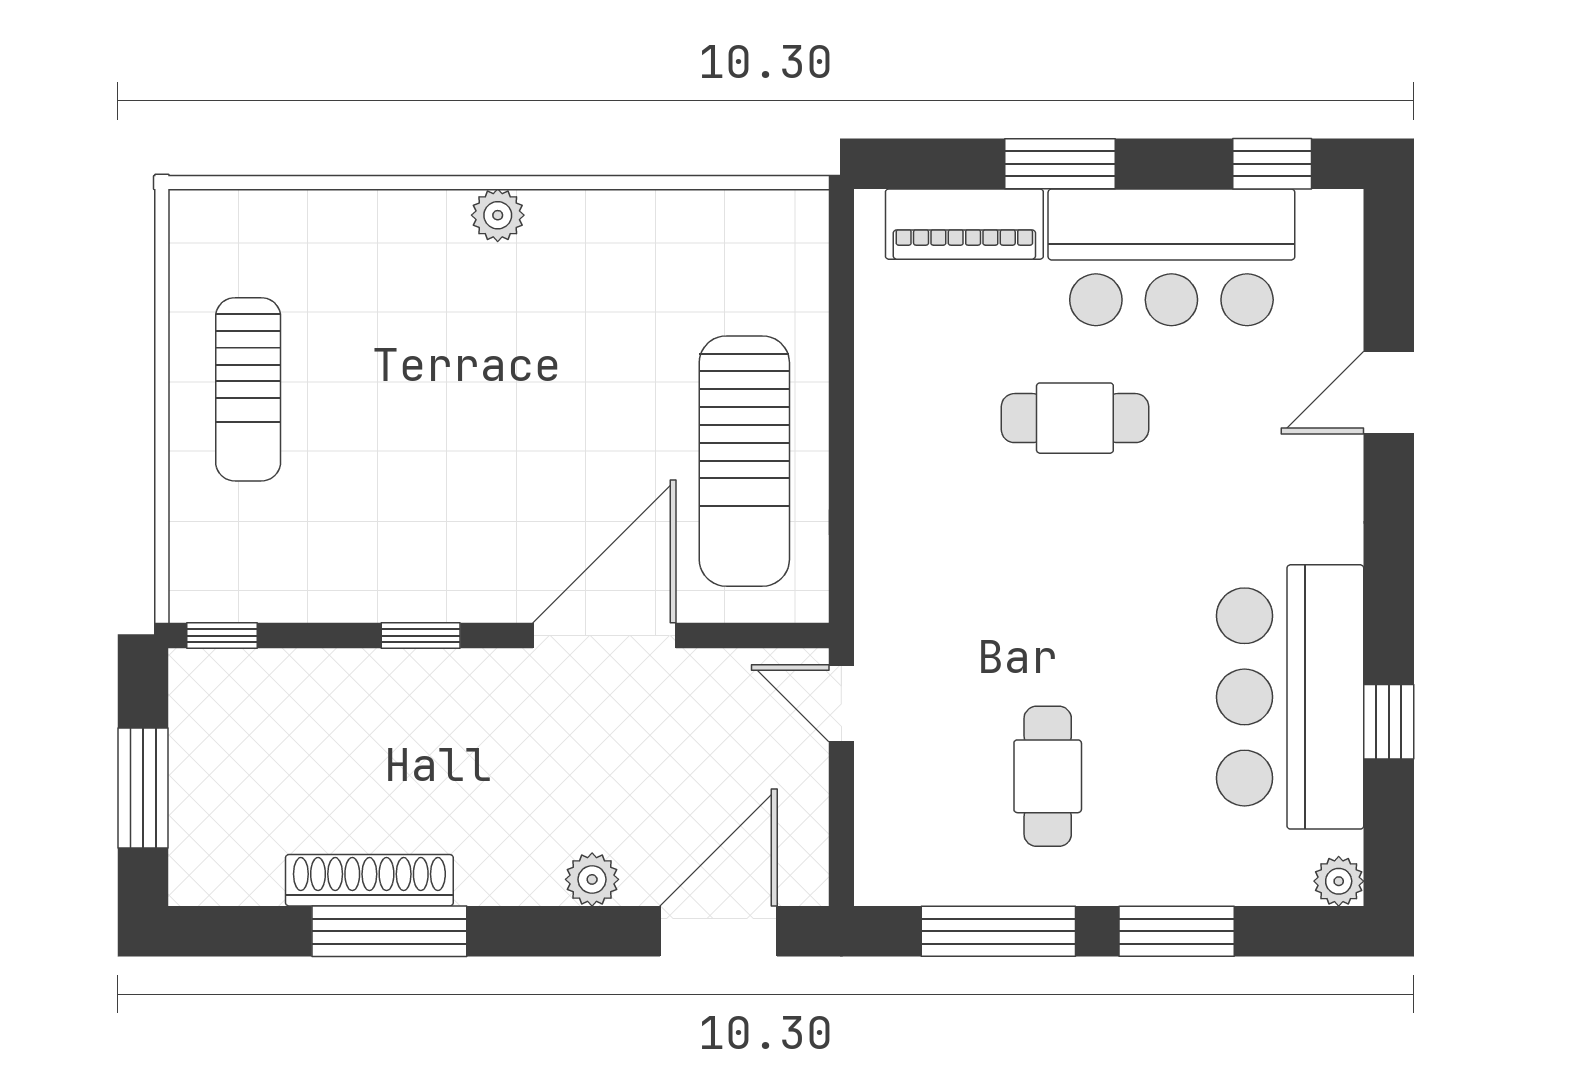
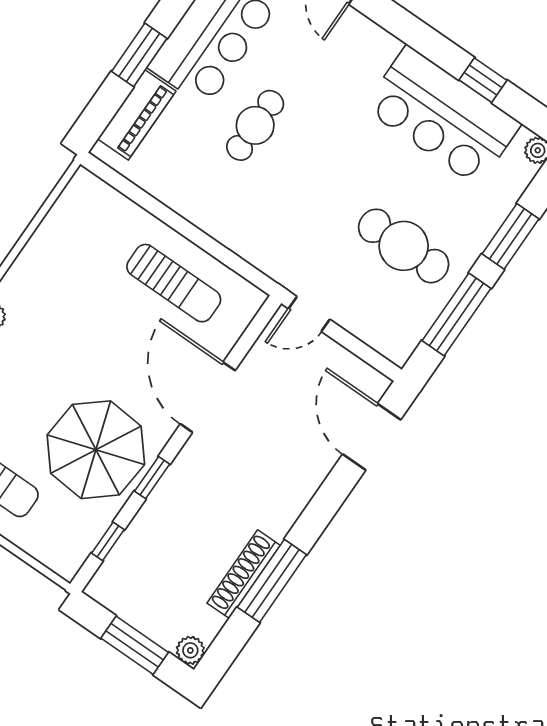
sun lounger: (744, 461) -> (174, 283), width x0.73, depth x0.75
parasol: (404, 519) -> (96, 450), added
window: (222, 636) -> (108, 541), moved
cafe table: (1048, 776) -> (404, 246), width x1.37, depth x1.35
plant: (592, 879) -> (190, 650), moved

